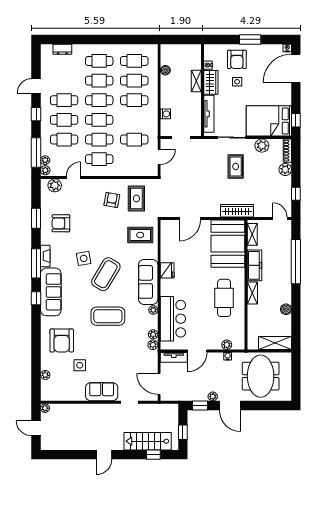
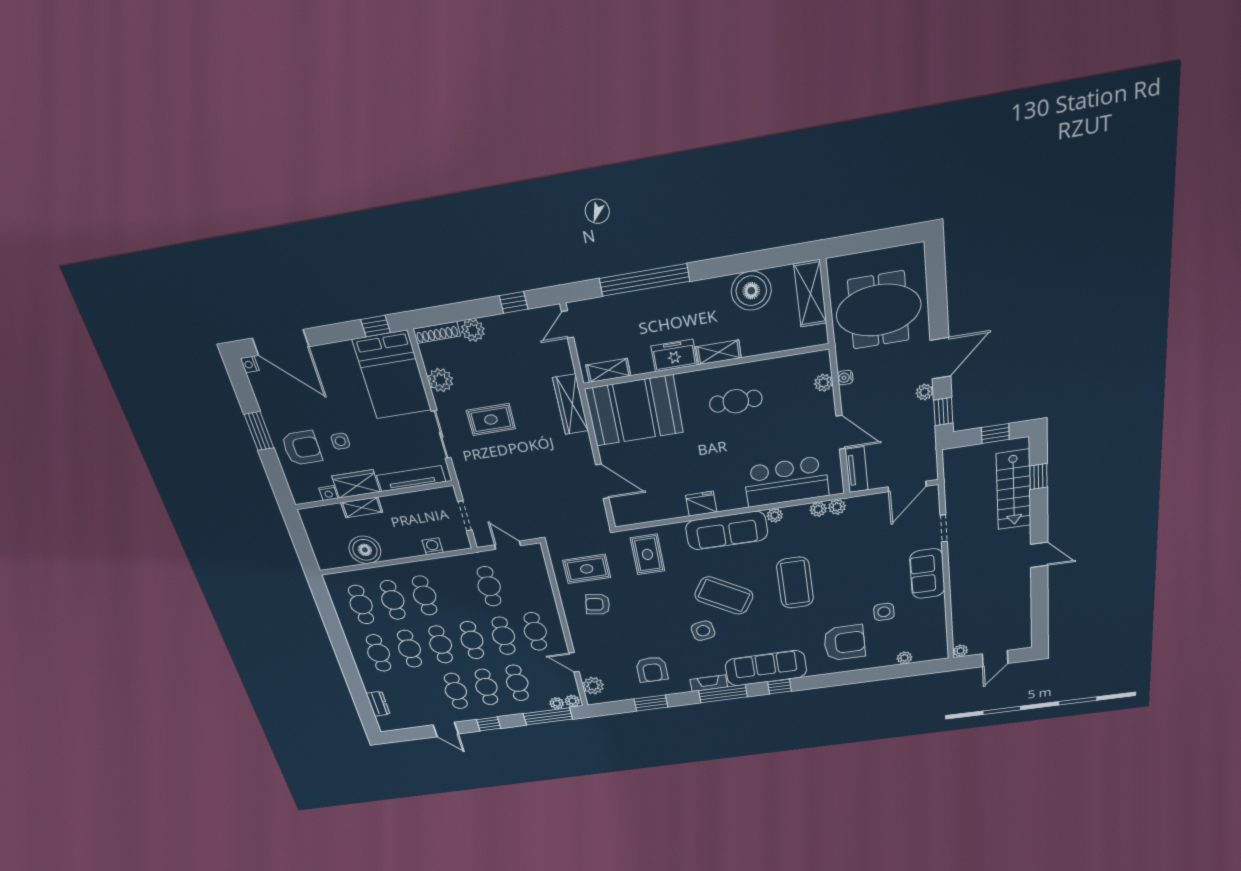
boiler: (165, 70) -> (365, 550), width x1.86, depth x1.86
freezer: (254, 265) -> (674, 356), width x0.71
cafe table: (224, 298) -> (736, 401), width x0.73, depth x0.74
boiler: (286, 309) -> (751, 291), width x1.86, depth x1.86

